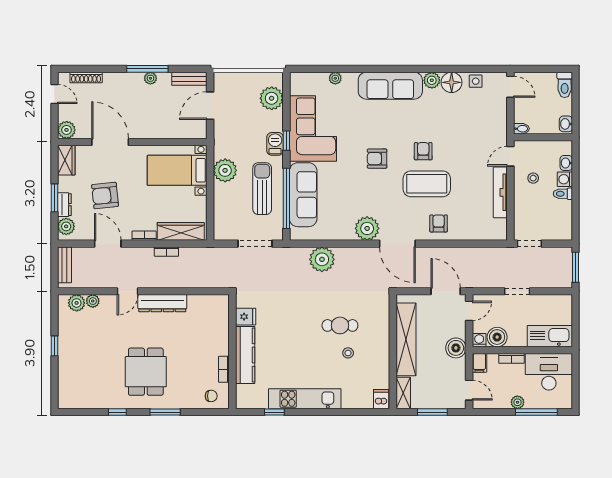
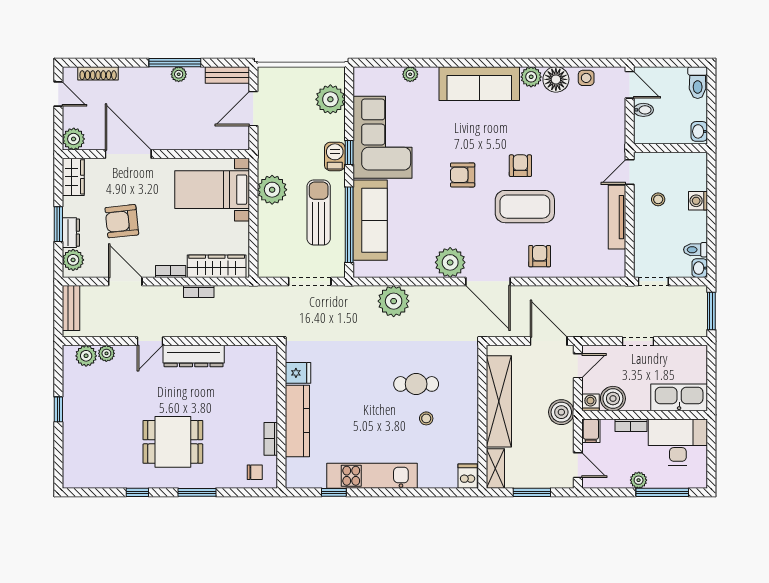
bidet: (521, 129) -> (643, 110), moved
washbasin: (566, 163) -> (700, 268), moved
toilet: (563, 194) -> (695, 250), moved
dining table: (146, 372) -> (173, 442), turned 90

